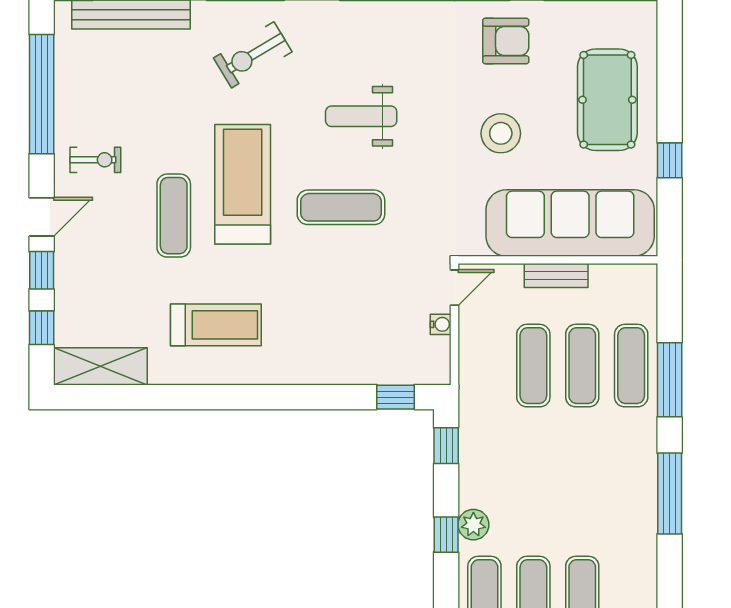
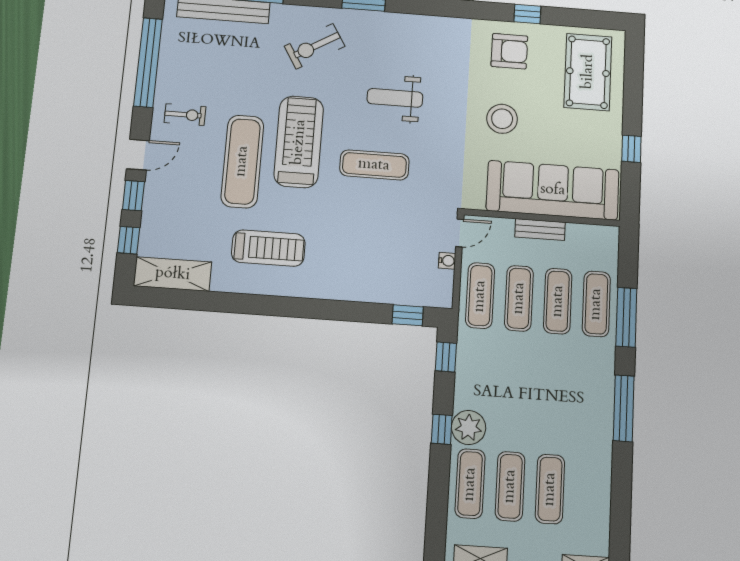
pool table: (607, 100) -> (588, 72), moved
exercise mat: (174, 216) -> (242, 161), width x1.36, depth x1.45
exercise mat: (484, 366) -> (480, 296), added
plant: (473, 525) -> (469, 427), width x1.36, depth x1.36

